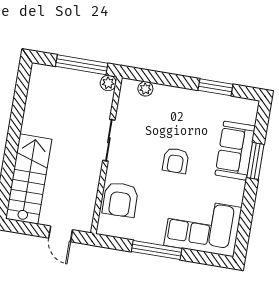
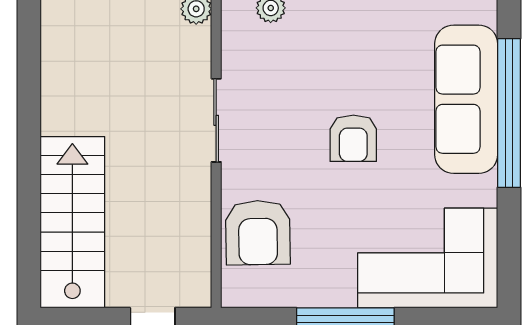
sofa: (235, 151) -> (466, 99), width x1.36
window: (255, 161) -> (509, 113), width x2.11

